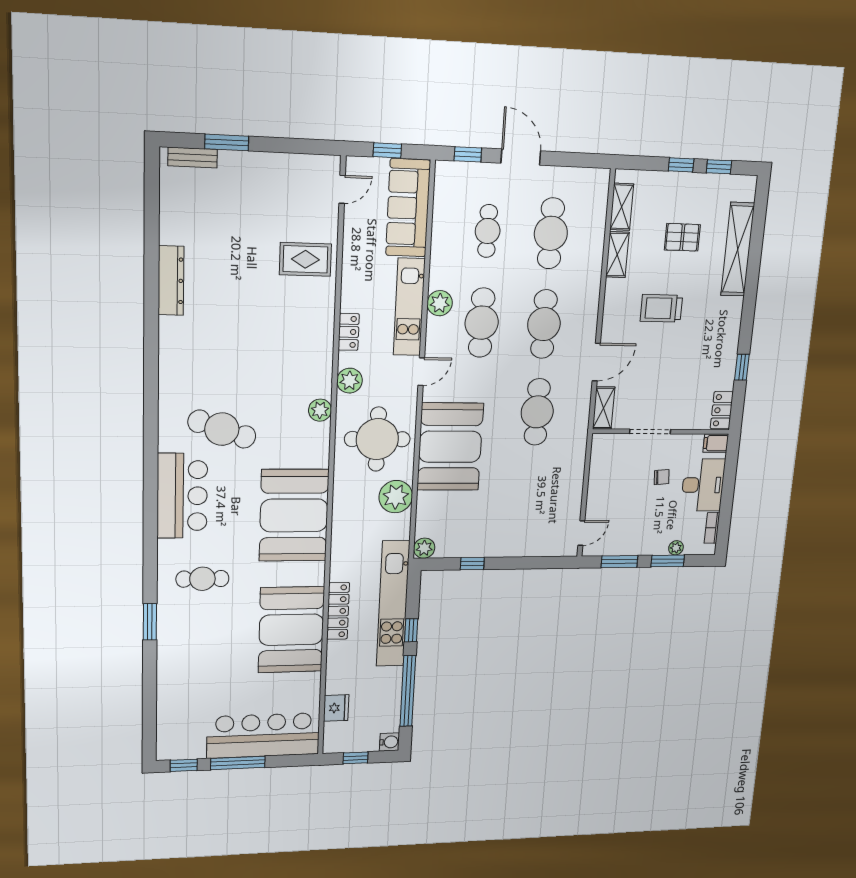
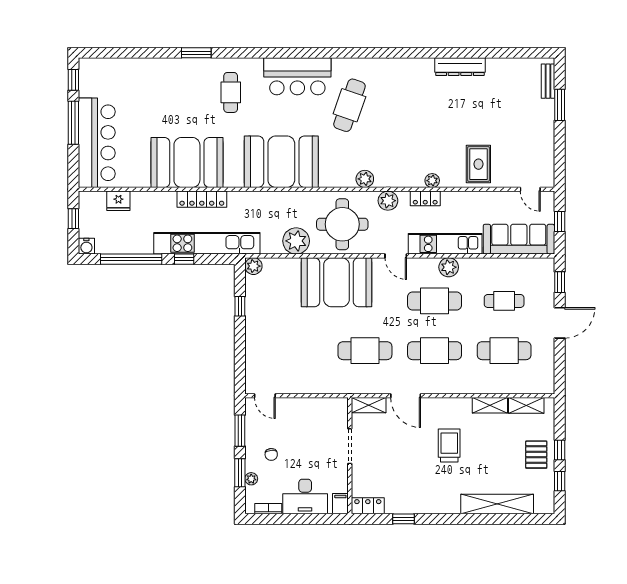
pallet: (682, 237) -> (536, 455), moved
plant: (325, 322) -> (432, 181), added
chair: (662, 477) -> (271, 454), moved

